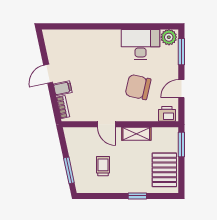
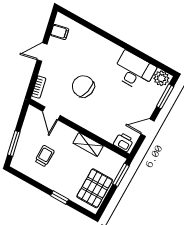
chair: (138, 87) -> (83, 86), moved
filing cabinet: (63, 88) -> (60, 32), moved
door: (106, 124) -> (51, 113), moved

